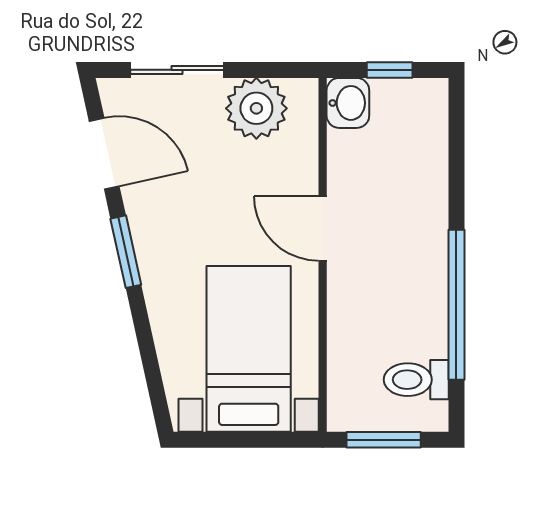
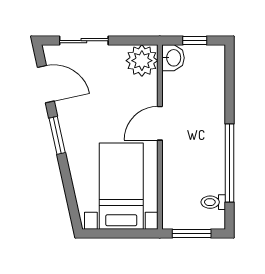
plant: (256, 108) -> (142, 61), moved
door: (323, 229) -> (160, 123), hinge flipped
toilet: (416, 380) -> (213, 202), width x0.73, depth x0.72

